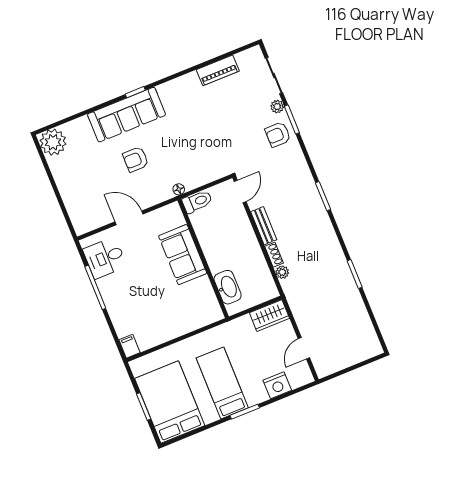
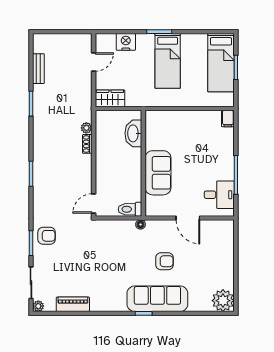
plant: (277, 107) -> (38, 306), moved
bench: (264, 226) -> (38, 69), moved
bed: (170, 402) -> (221, 63), width x0.67

